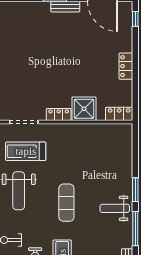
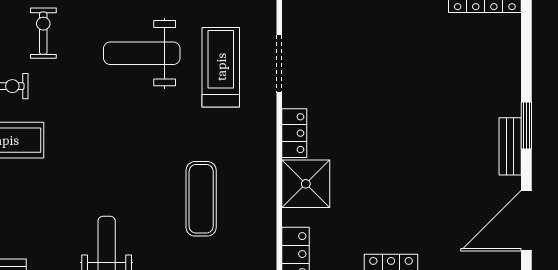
exercise mat: (66, 203) -> (201, 199), moved, turned 90

